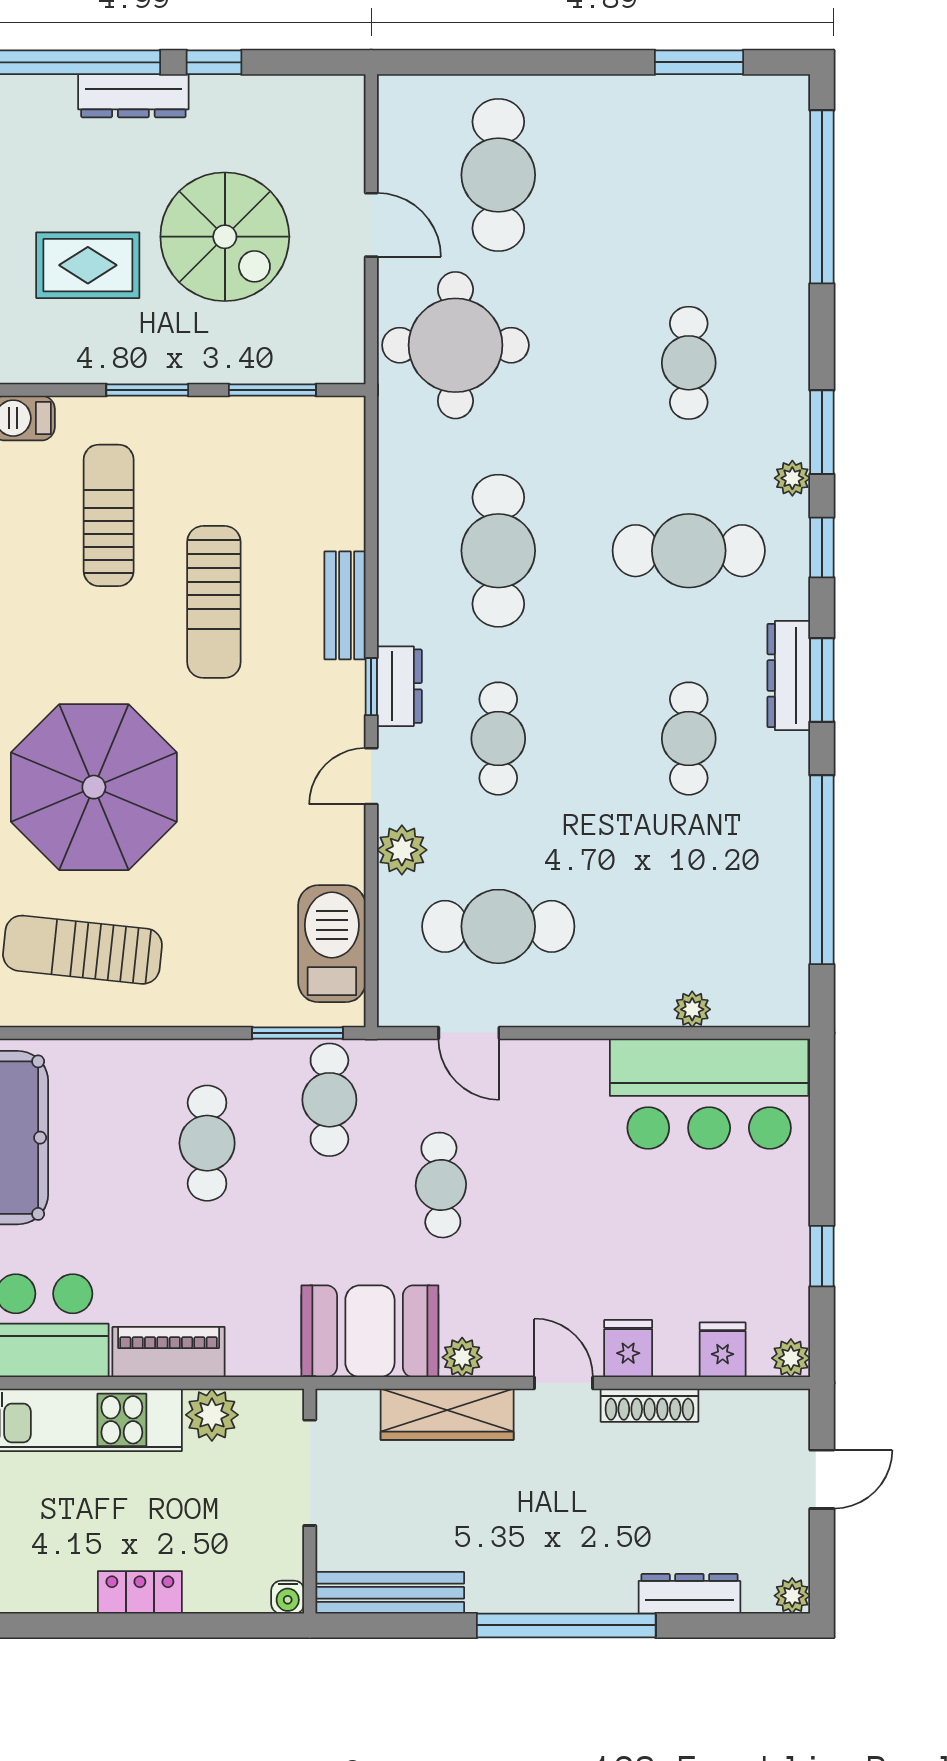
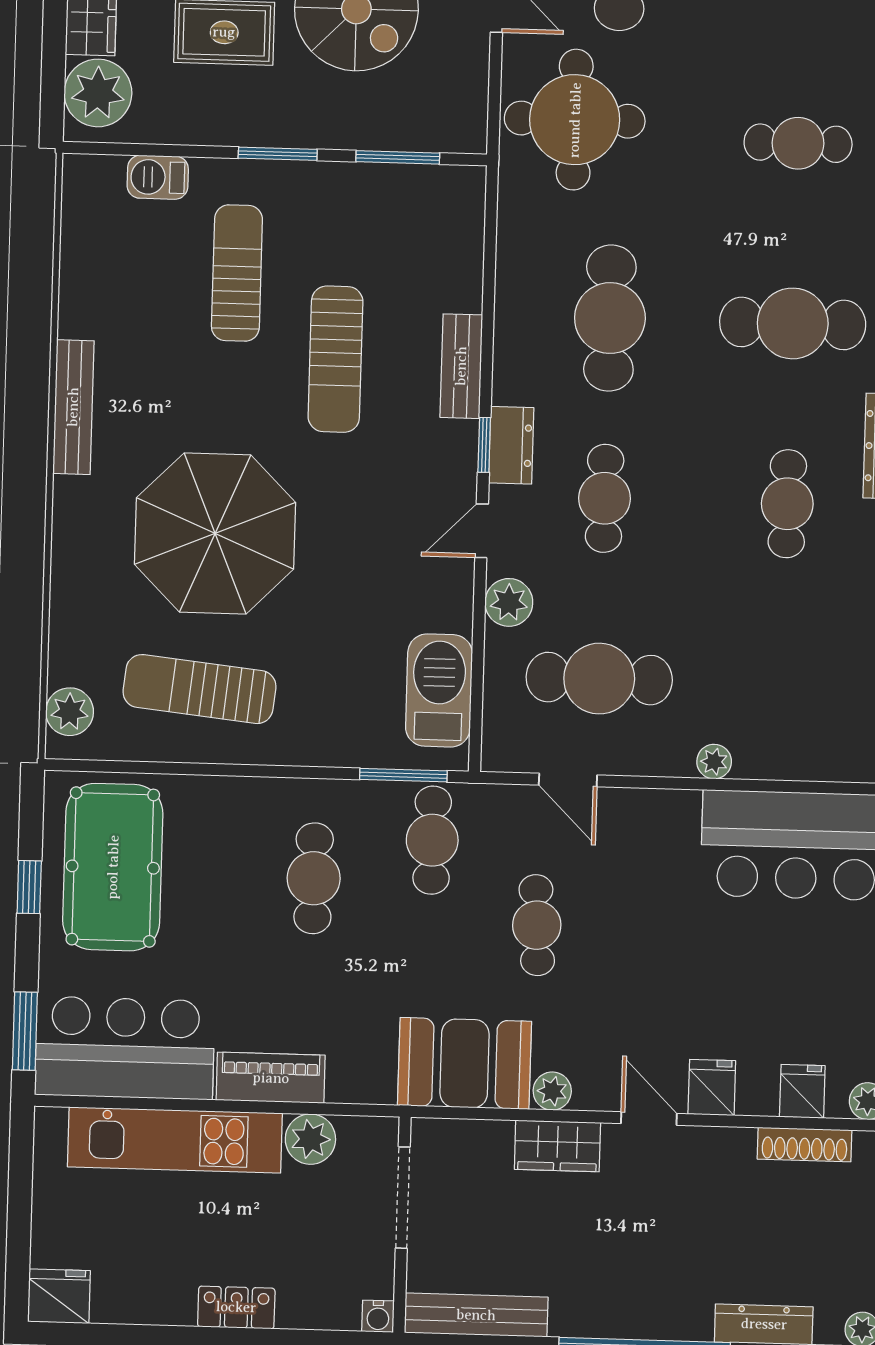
cafe table: (689, 363) -> (798, 143), turned 90
plant: (692, 1009) -> (714, 762), moved
shoe rack: (649, 1405) -> (805, 1145), moved
wardrobe: (447, 1414) -> (557, 1146), width x0.67

